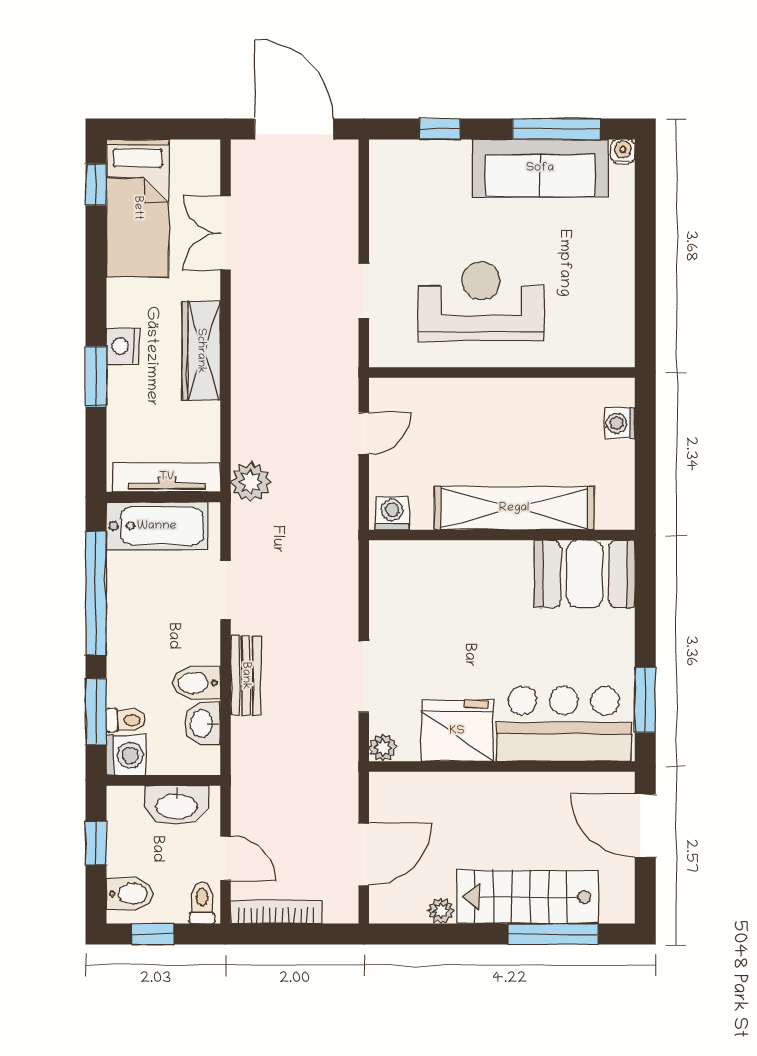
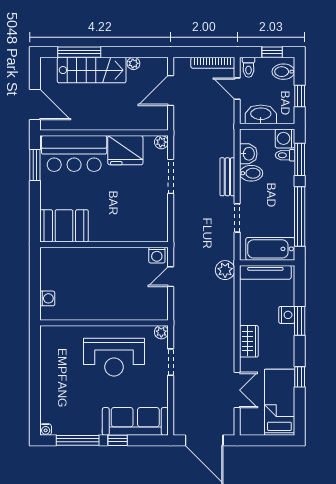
window: (440, 129) -> (118, 440), moved
sofa: (540, 168) -> (135, 421), moved
window: (96, 185) -> (300, 377), moved
nightstand: (123, 346) -> (287, 315), moved
wardrobe: (201, 351) -> (249, 341), width x0.67
plant: (383, 353) -> (161, 332), added
door: (364, 433) -> (171, 277), moved
shelving: (514, 508) -> (98, 258), removed

